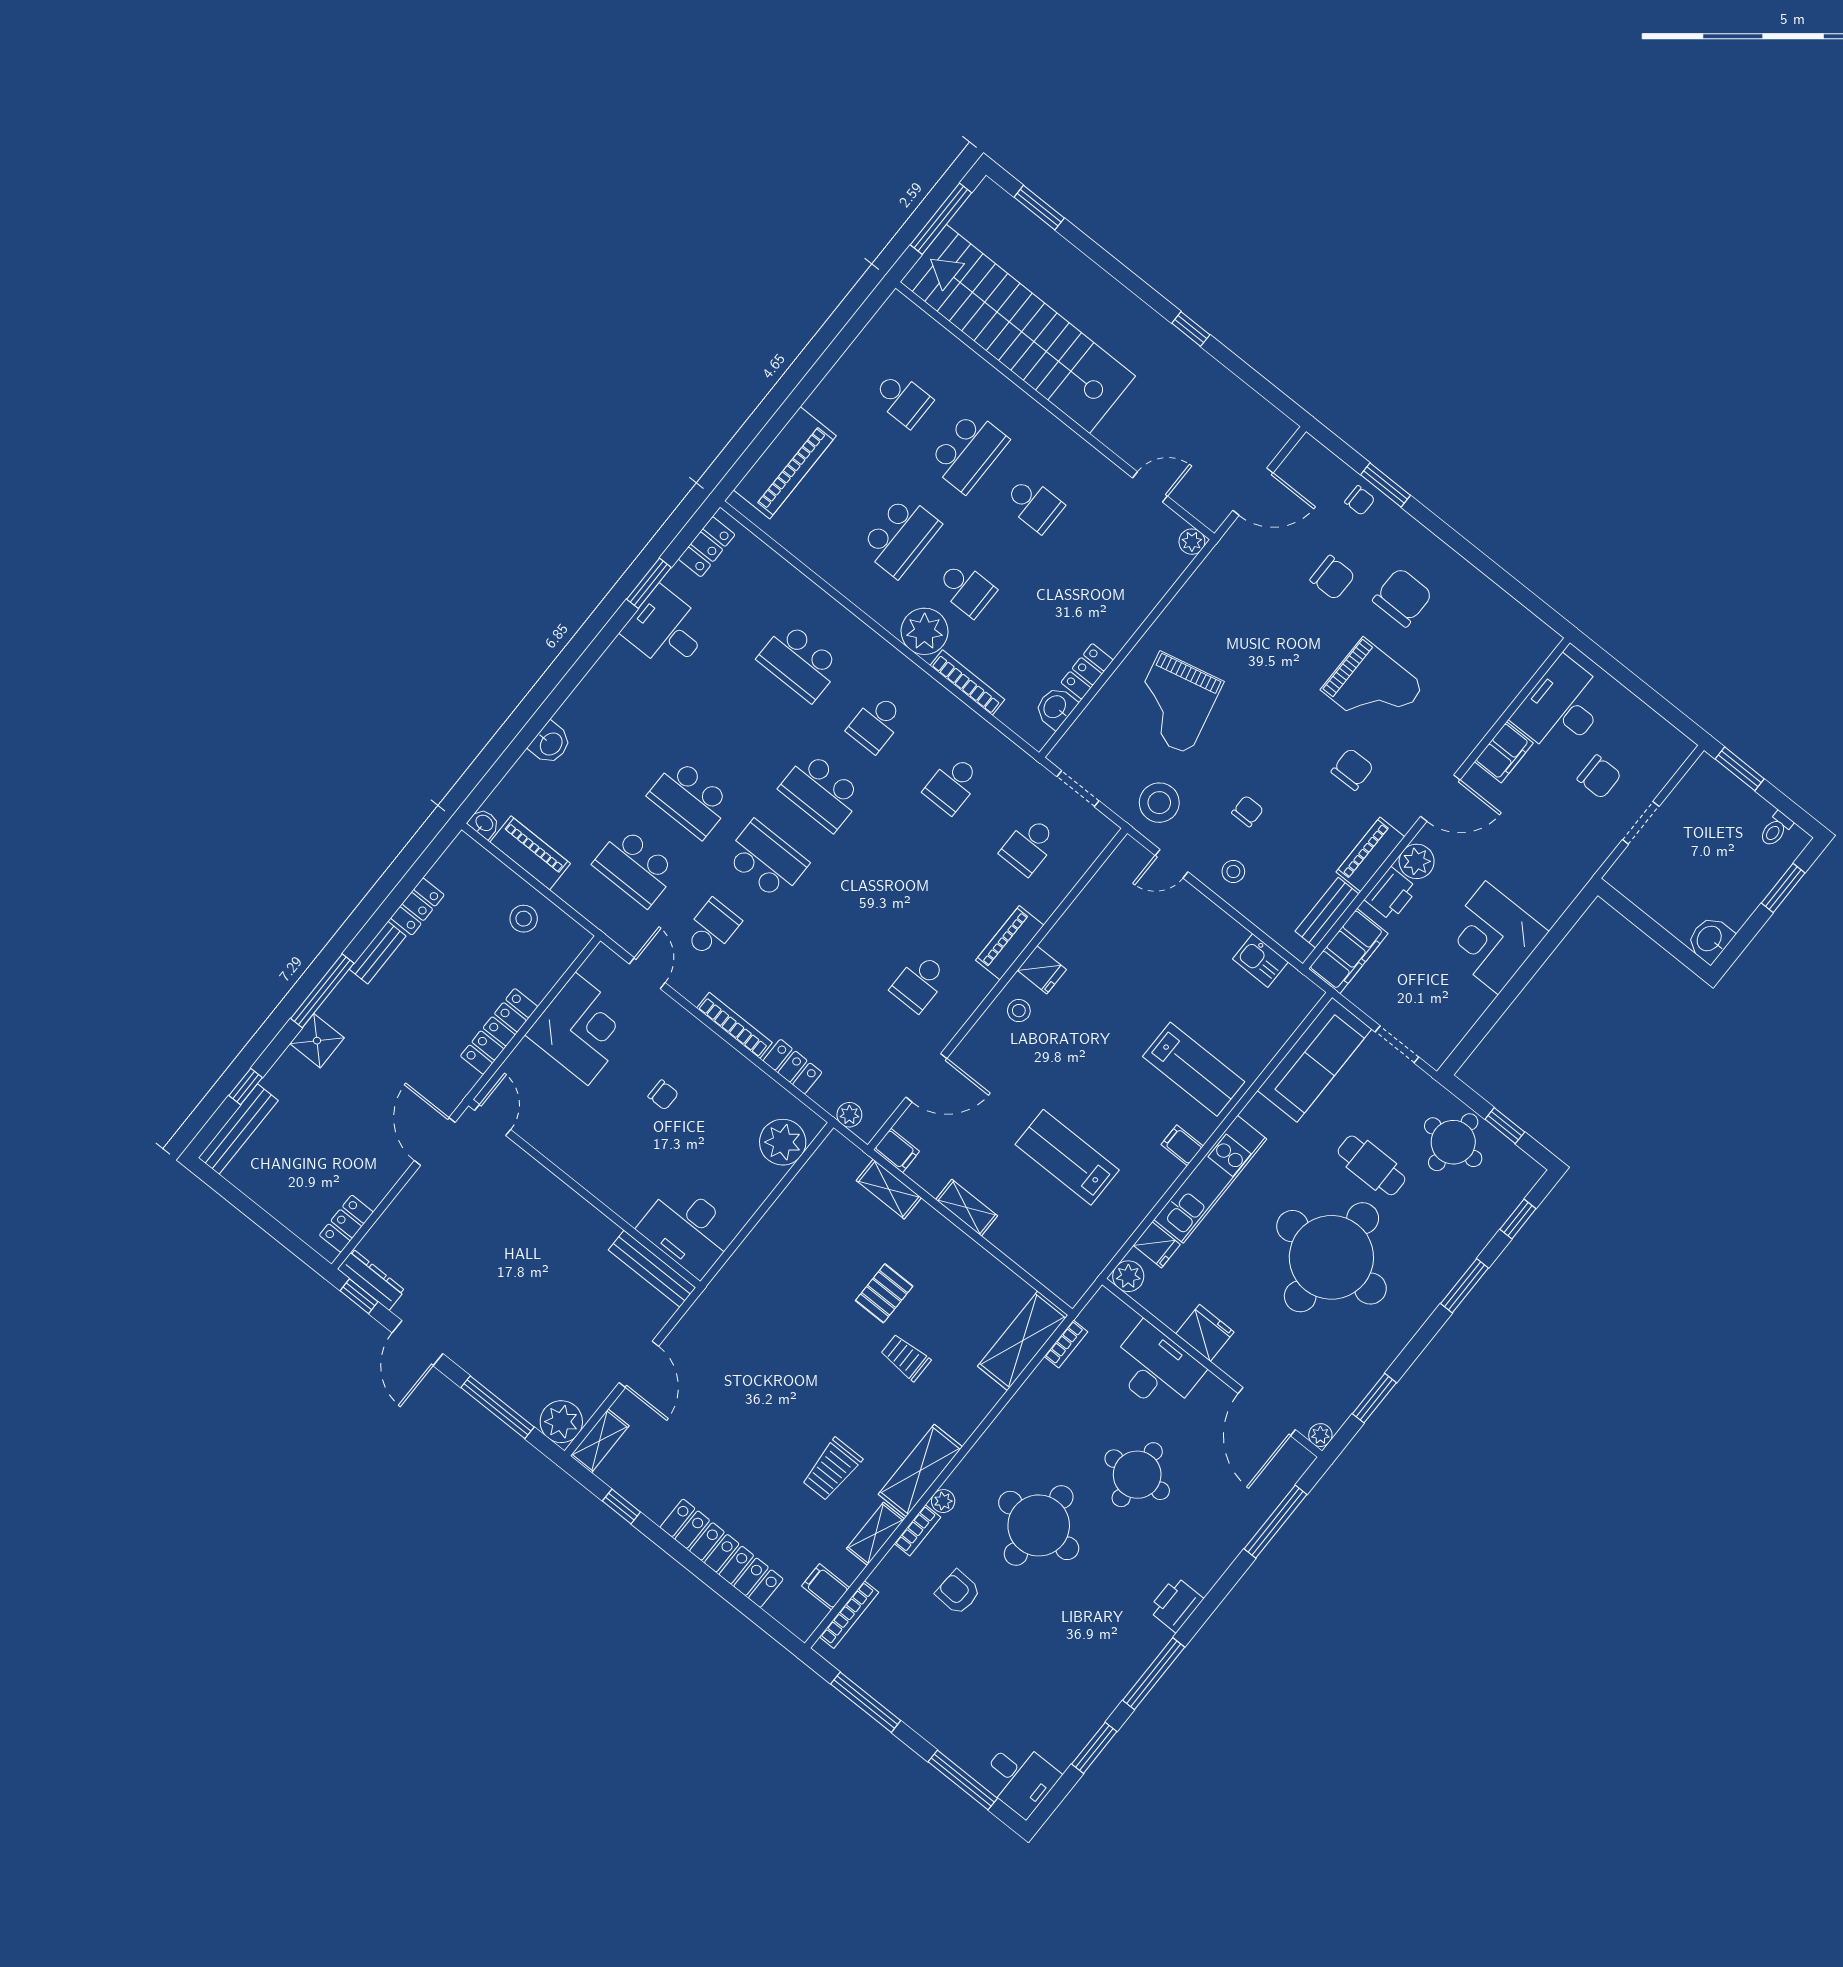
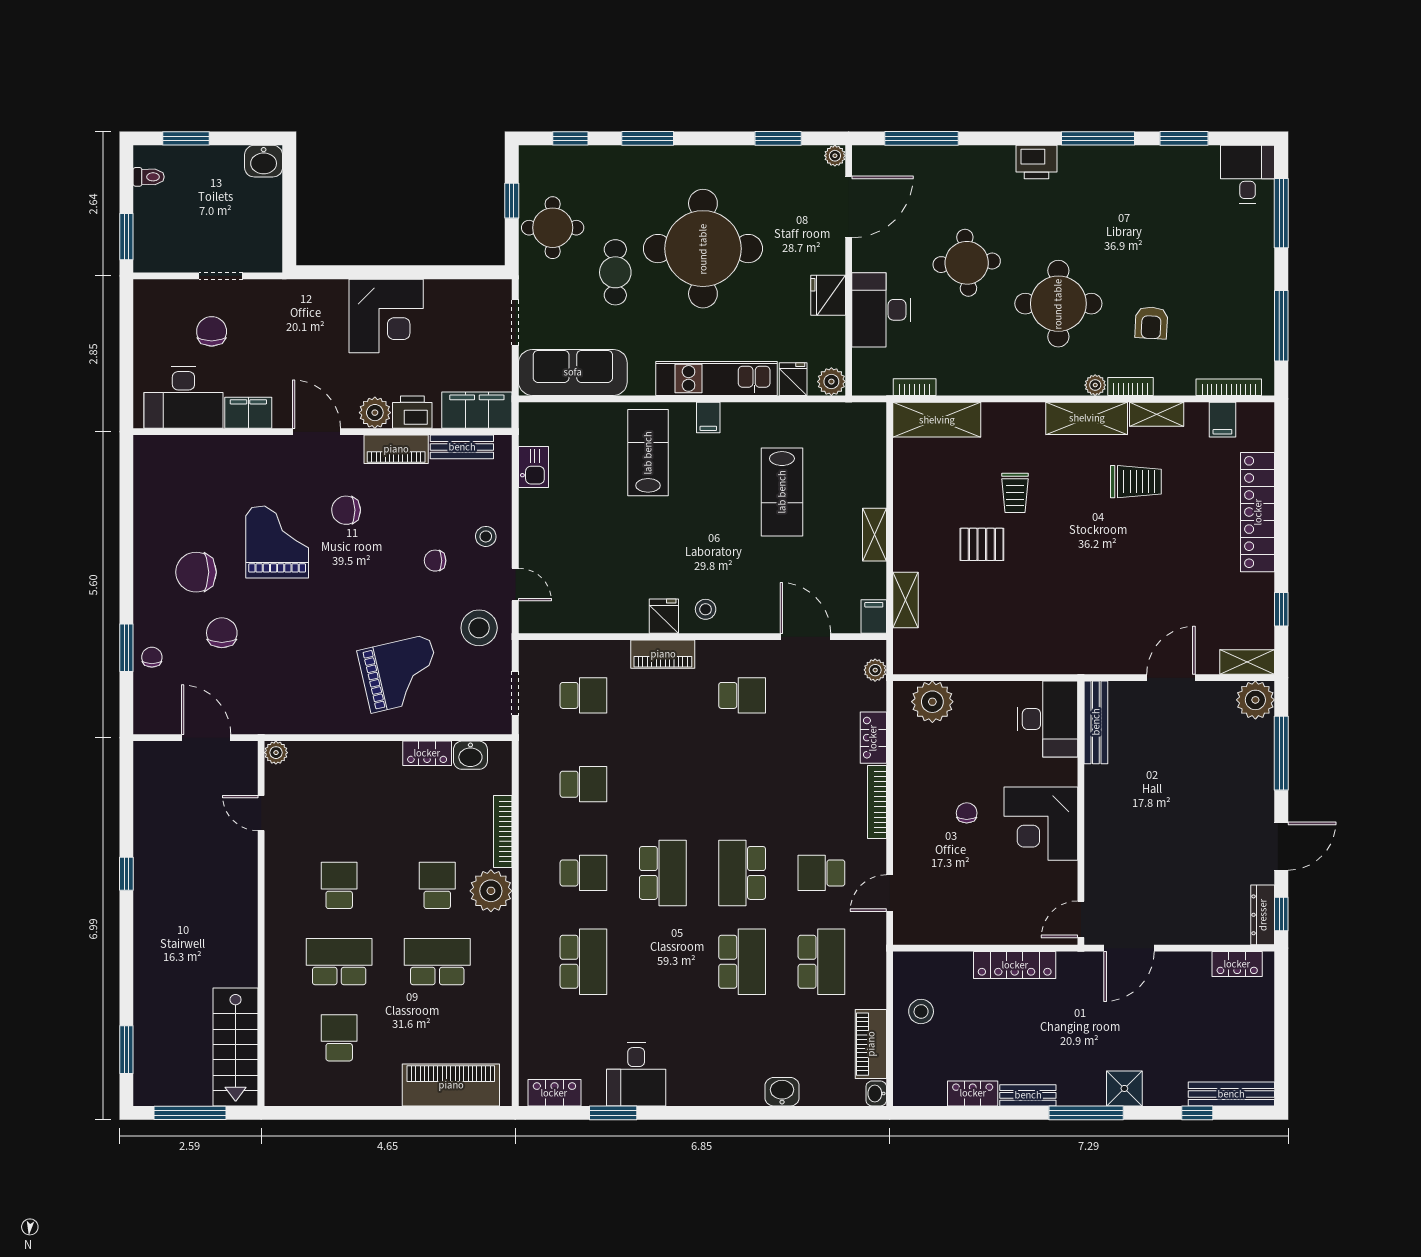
stairs: (1018, 329) -> (236, 1047), width x0.54, depth x0.66
corner desk: (582, 1029) -> (1041, 824), moved, turned -90

